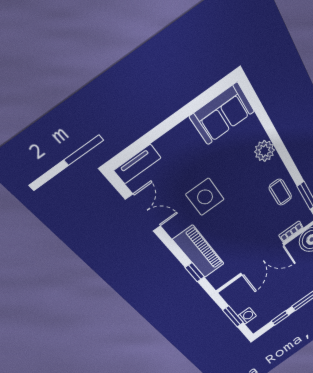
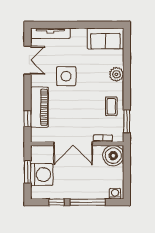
tv unit: (137, 164) -> (50, 33), width x1.41
washing machine: (247, 316) -> (42, 175), width x1.89, depth x1.89

